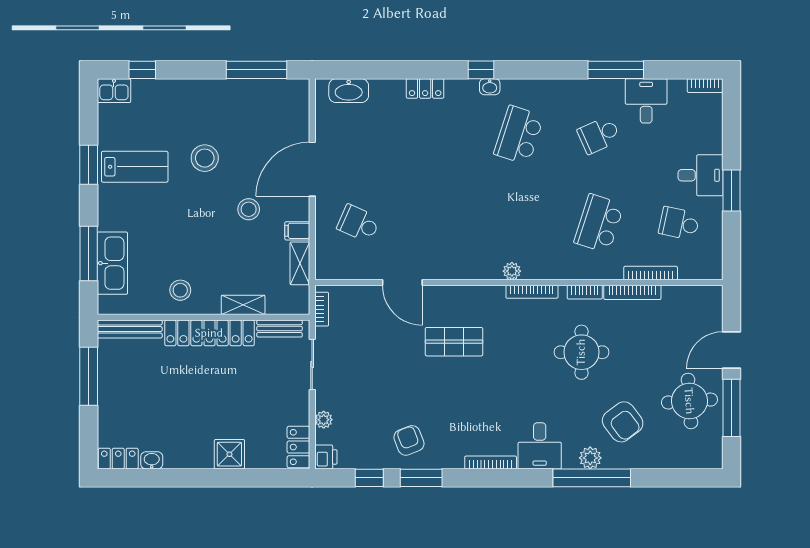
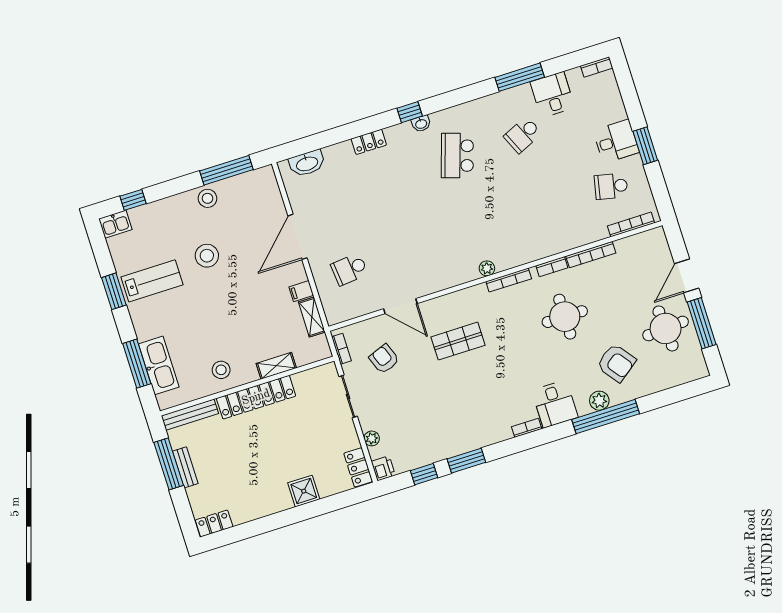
stool: (249, 209) -> (207, 198), moved
school desk: (359, 223) -> (349, 269), turned -30
school desk: (599, 223) -> (546, 207), removed
bookcase: (651, 273) -> (631, 225), moved
bench: (280, 329) -> (185, 467), moved, turned 90
armchair: (409, 440) -> (384, 359), moved
washbasin: (152, 460) -> (242, 516), removed
bookcase: (491, 463) -> (527, 428), width x0.64

